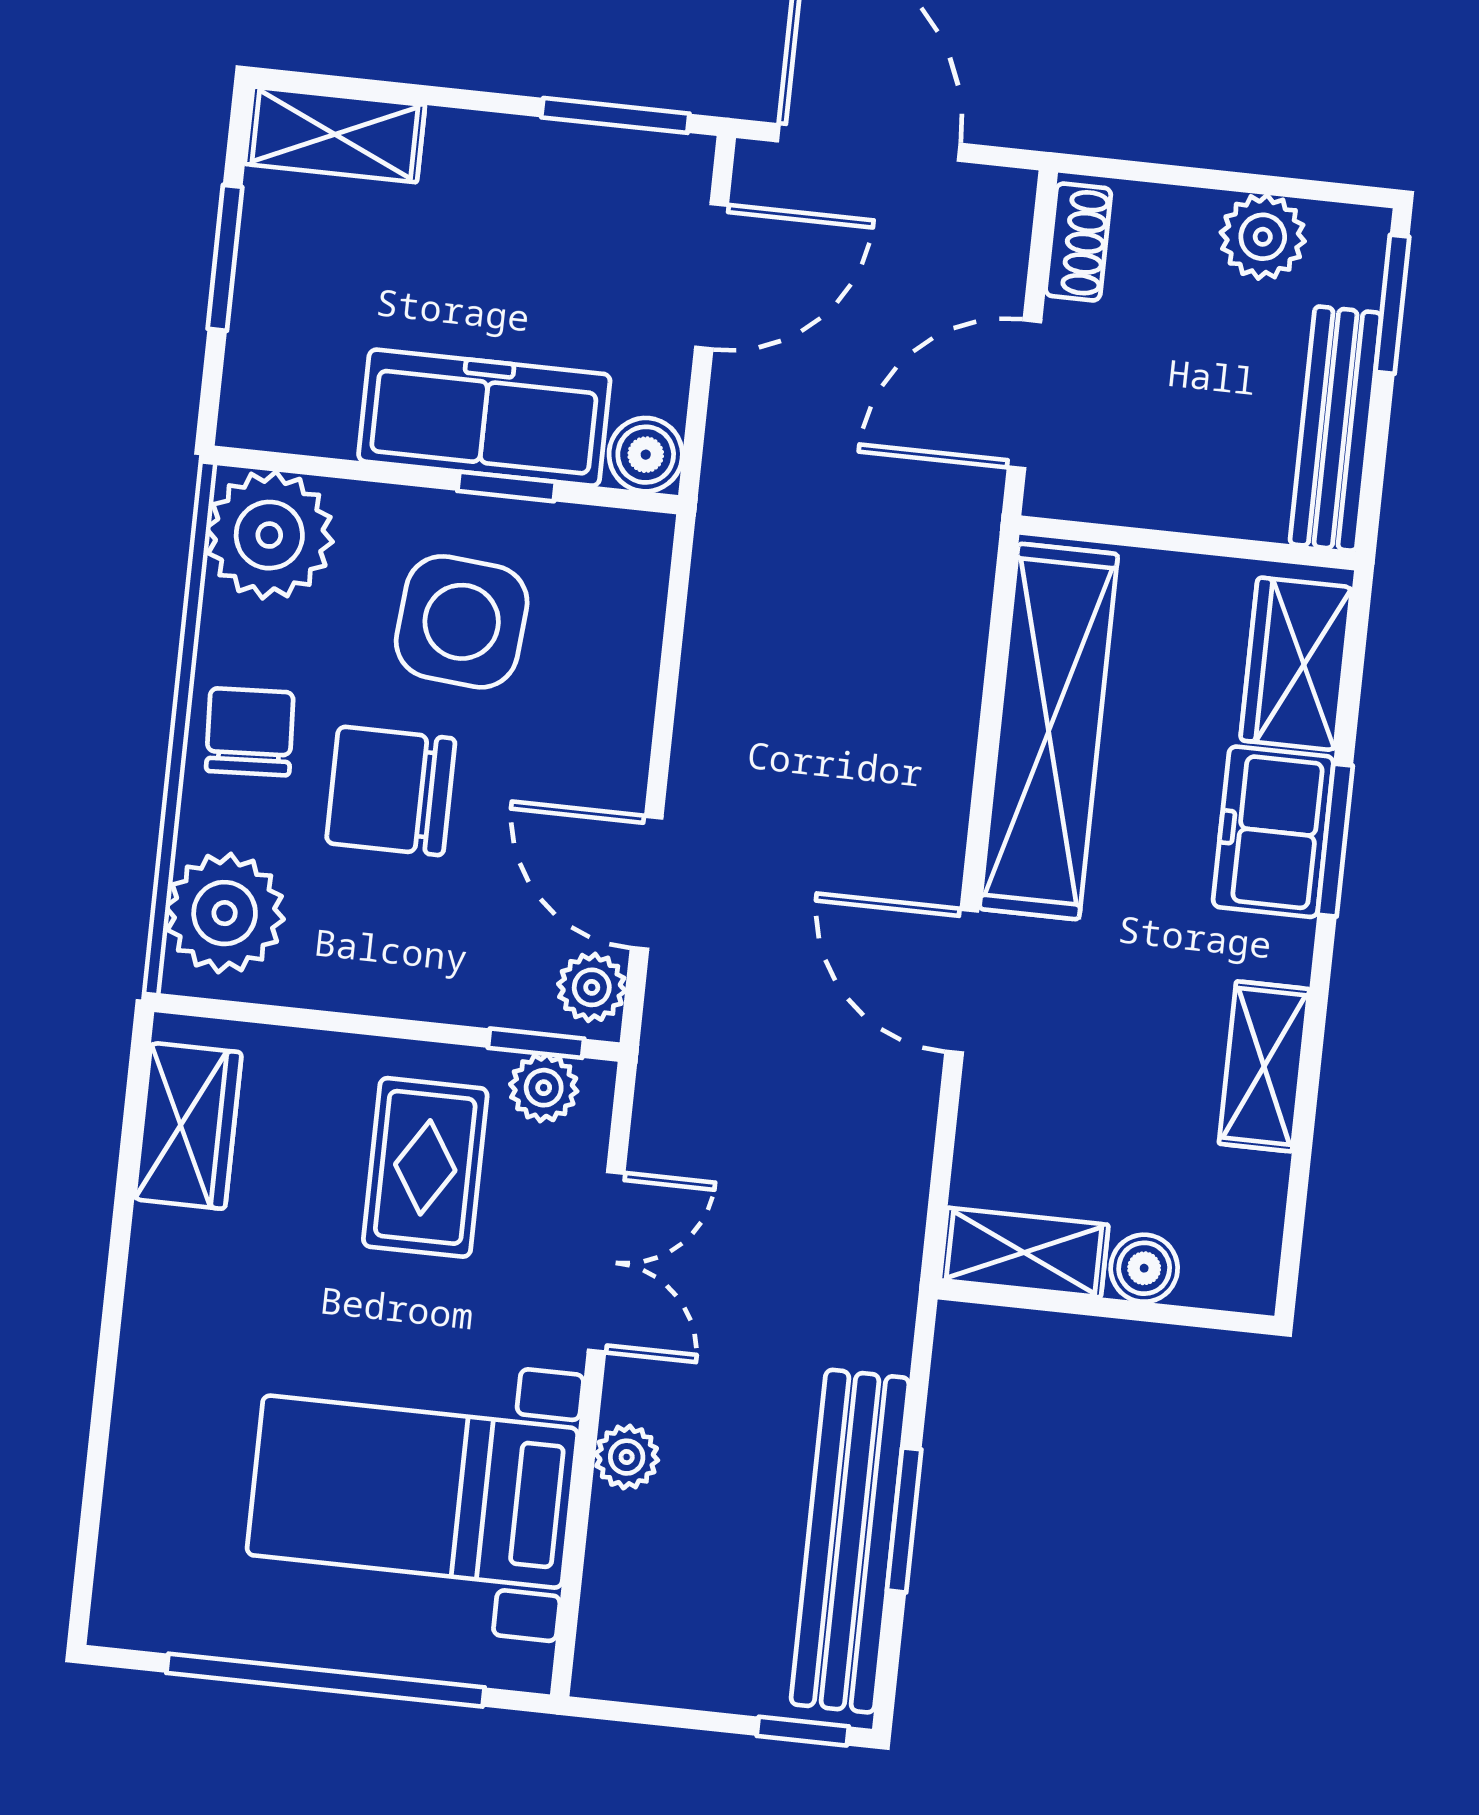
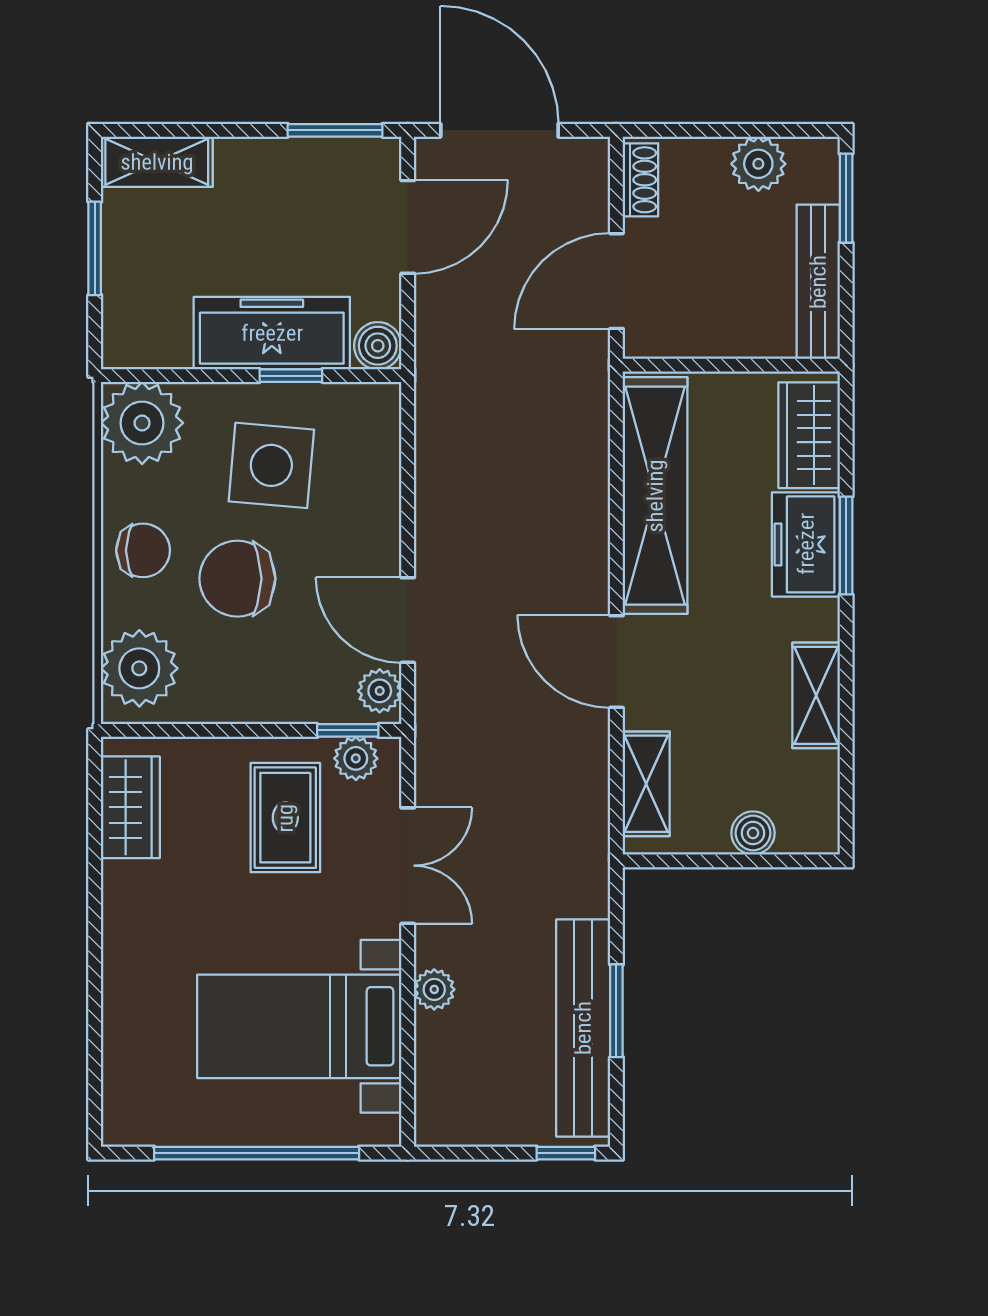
chair: (250, 732) -> (143, 550), turned 93
shelving: (1024, 1252) -> (646, 784), moved, turned 90

